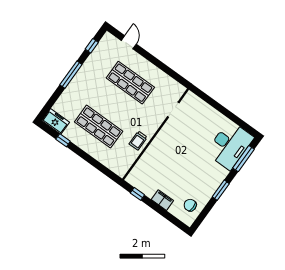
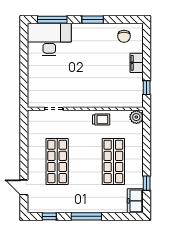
door: (129, 42) -> (24, 187), hinge flipped
plant: (120, 169) -> (136, 117), added

